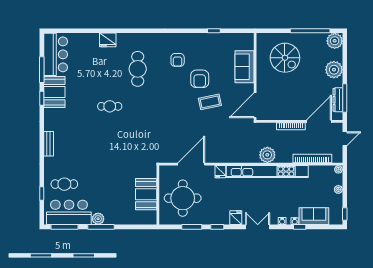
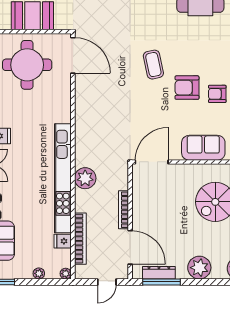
armchair: (178, 60) -> (217, 94), moved
coffee table: (210, 102) -> (153, 65), moved
door: (255, 105) -> (152, 162), hinge flipped
door: (345, 139) -> (107, 282), hinge flipped
door: (191, 164) -> (73, 55), moved
fridge: (220, 172) -> (63, 241), moved

